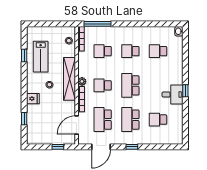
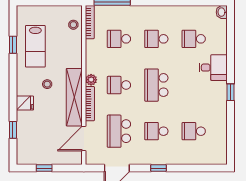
shelving: (70, 79) -> (74, 97), moved
desk: (172, 94) -> (213, 68), moved
school desk: (130, 120) -> (156, 131), width x0.54
window: (58, 147) -> (44, 168), moved

